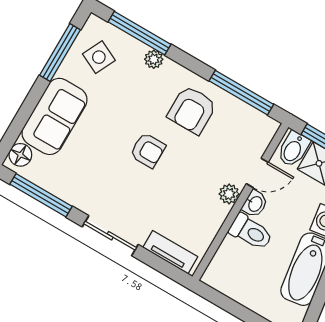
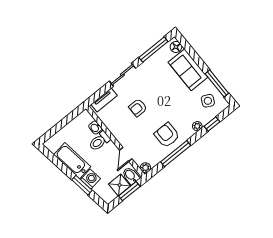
window: (139, 33) -> (212, 124), width x0.46
window: (241, 93) -> (176, 154), moved
armchair: (148, 150) -> (138, 108), moved
plant: (229, 194) -> (145, 168), moved
washbasin: (255, 204) -> (95, 127), moved

